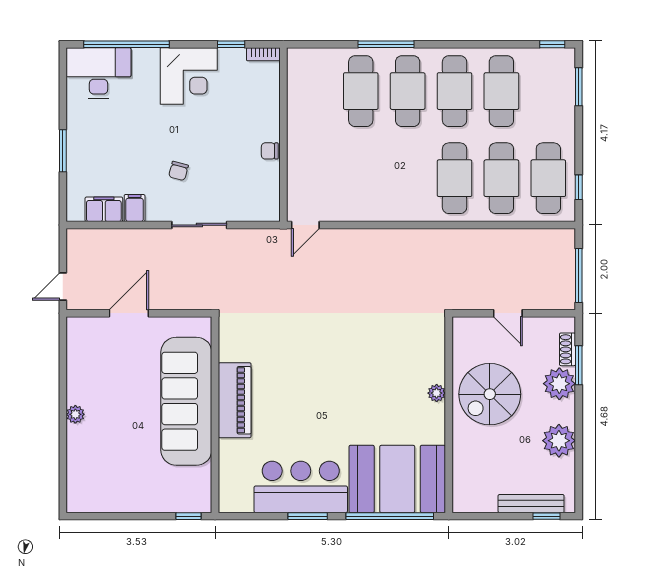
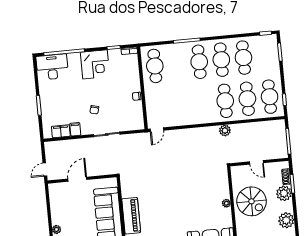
cafe table: (361, 91) -> (155, 66), moved
plant: (448, 240) -> (225, 131), added
spiral stairs: (490, 394) -> (252, 201), turned -90

